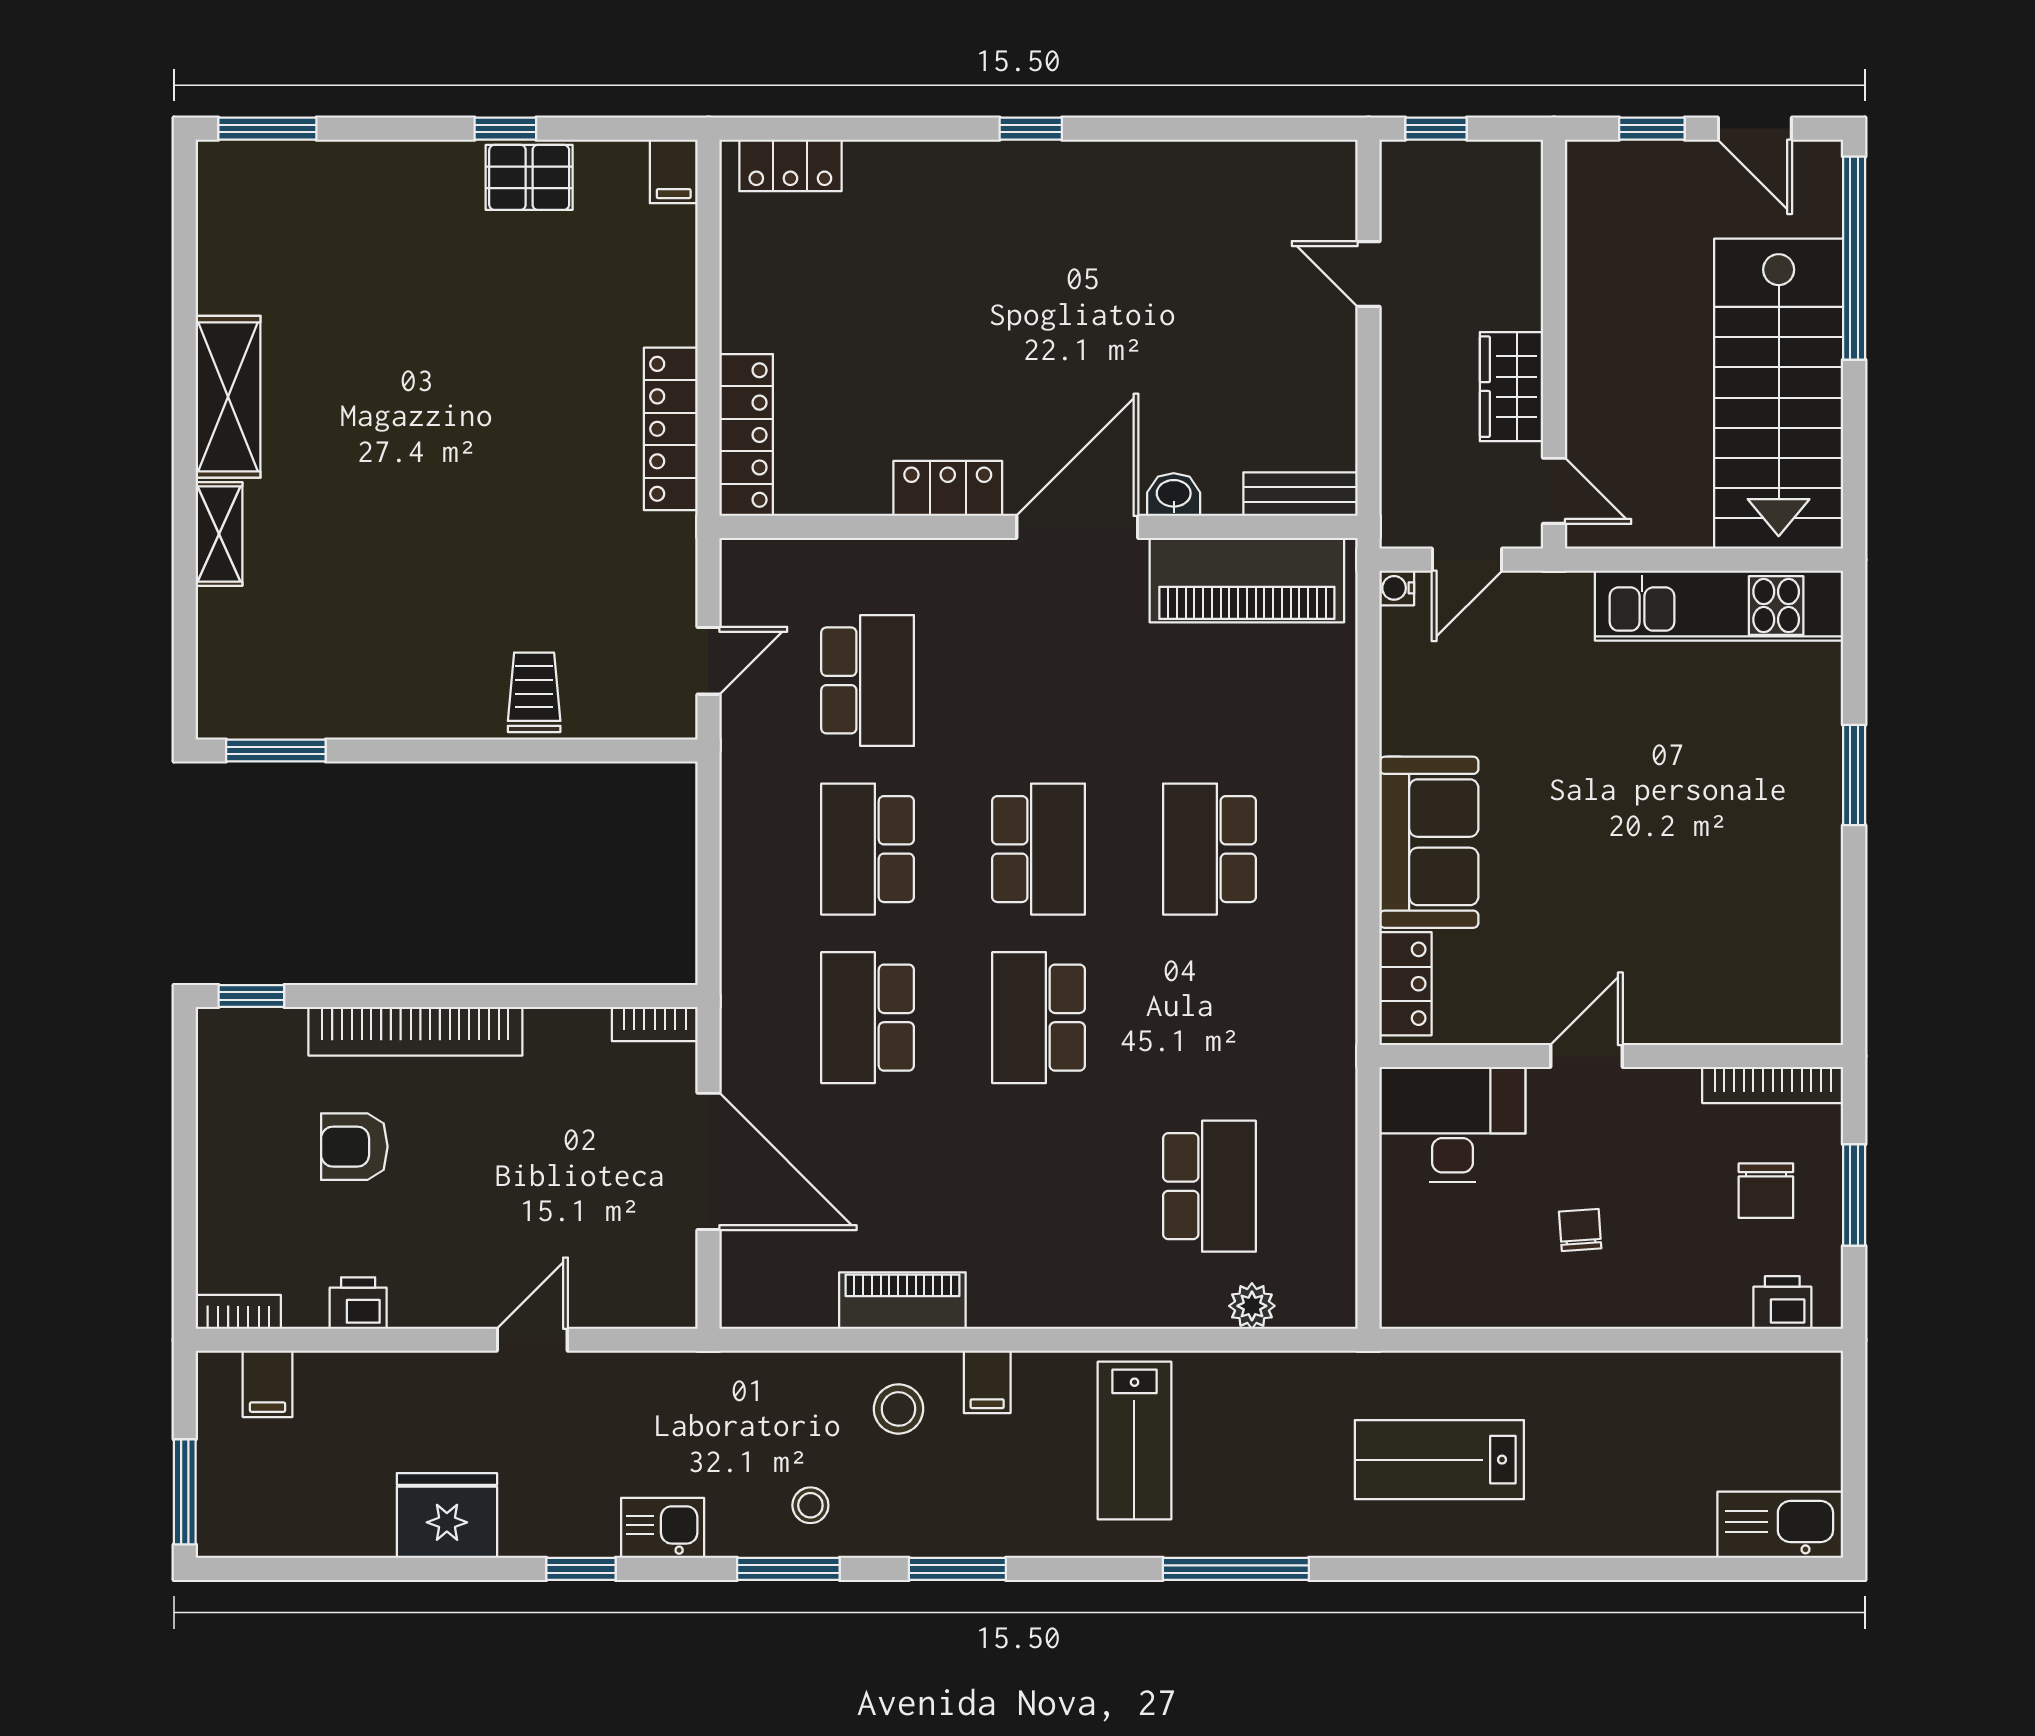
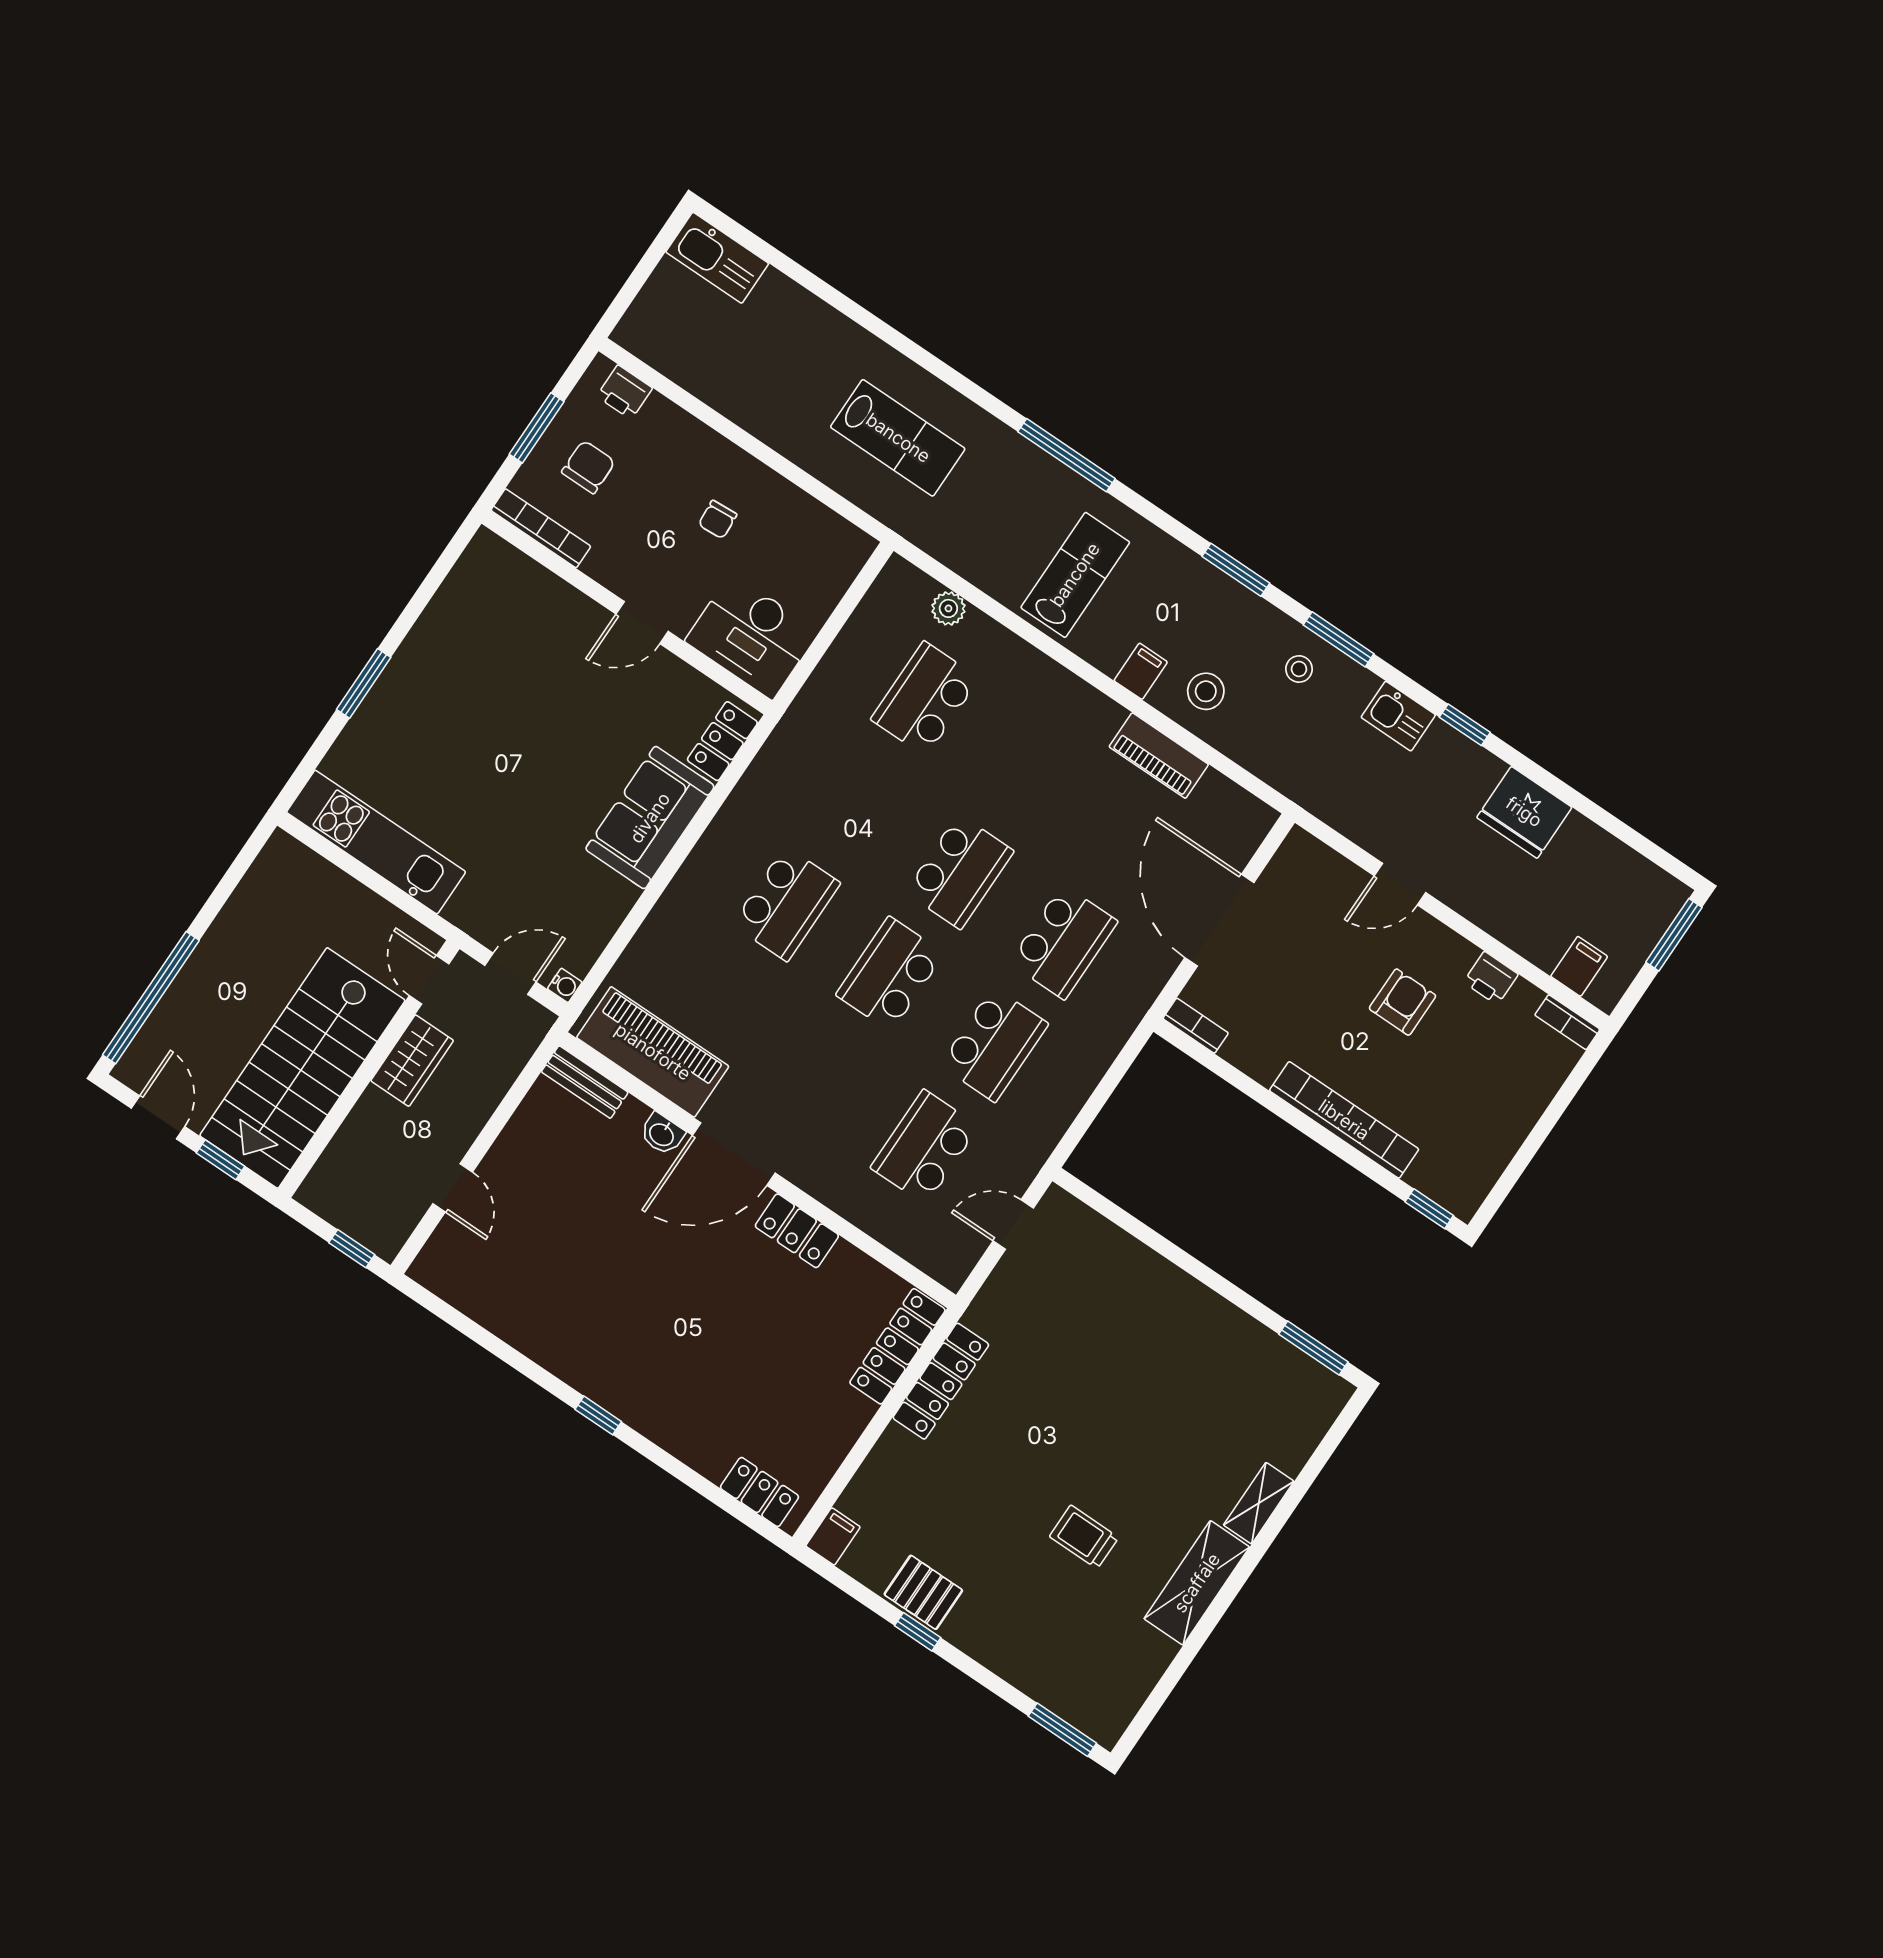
stairs: (1779, 394) -> (302, 1068), moved, turned 180
trolley: (534, 692) -> (1084, 1537), moved, turned 90
armchair: (354, 1147) -> (1403, 1002), moved, turned -90

